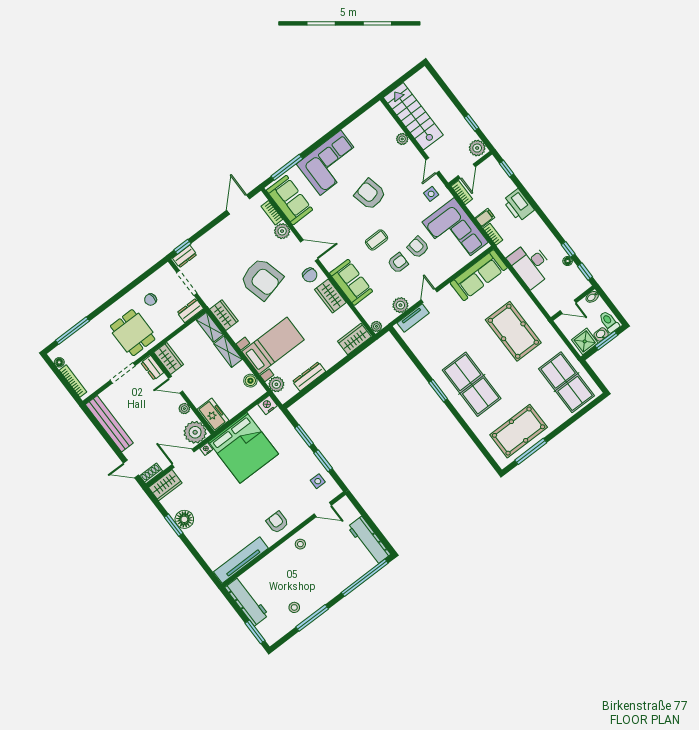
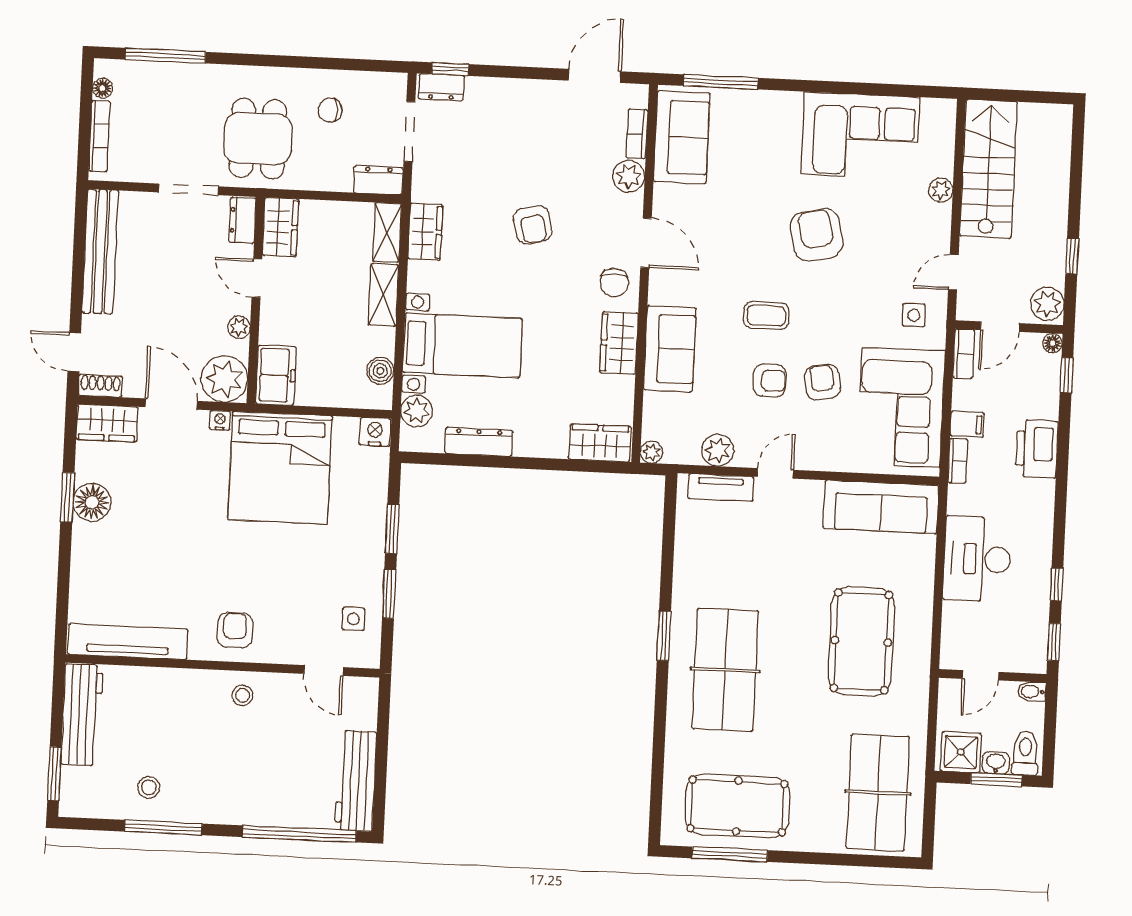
corner sofa: (330, 163) -> (860, 136), moved
floor lamp: (568, 261) -> (1053, 343), moved
armchair: (262, 279) -> (533, 225), width x0.53, depth x0.53
door: (568, 307) -> (980, 675), hinge flipped

